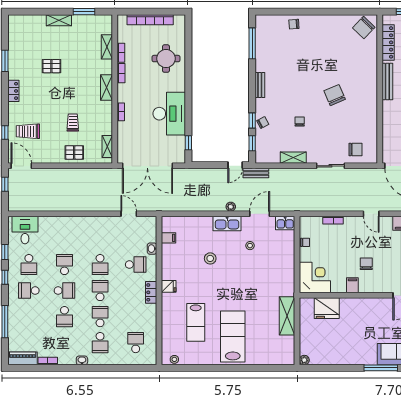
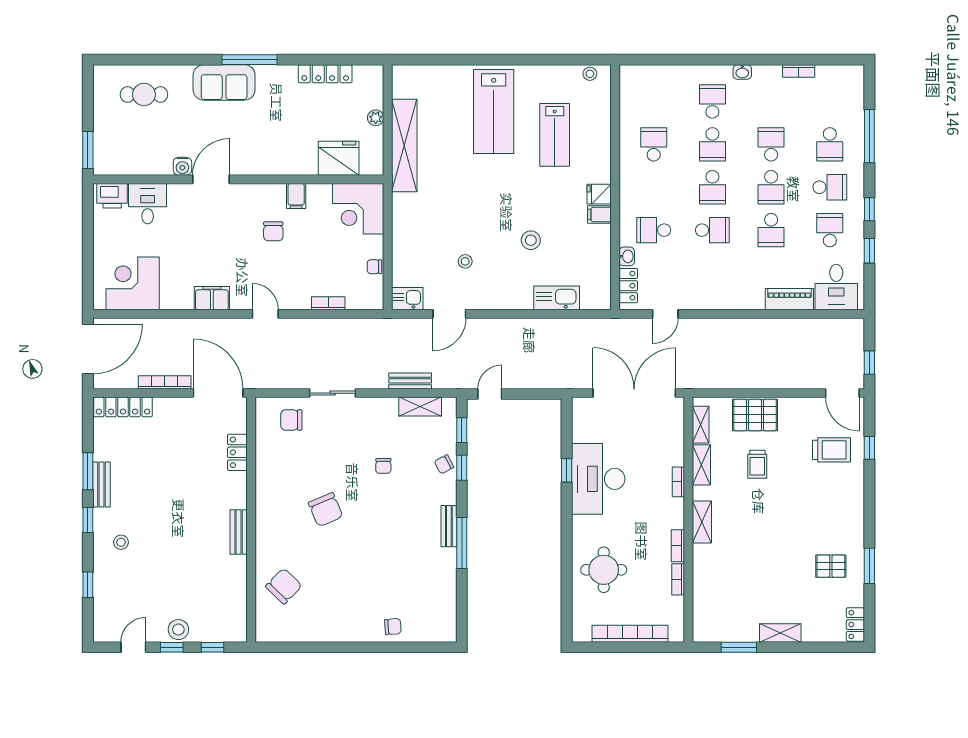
chair: (364, 28) -> (284, 586), moved
locker: (388, 42) -> (237, 452), moved, width x0.66
window: (252, 43) -> (462, 543), moved
shelving: (107, 47) -> (701, 465), moved
pallet: (51, 66) -> (831, 566), moved
bench: (387, 81) -> (239, 532), width x0.73
locker: (13, 91) -> (855, 625), moved
window: (188, 143) -> (567, 470), moved
pallet: (74, 152) -> (755, 415), width x1.50, depth x1.42
shelving: (293, 158) -> (420, 406), moved
bench: (256, 173) -> (410, 381), moved
plant: (231, 207) -> (497, 326), removed
door: (129, 214) -> (665, 314), hinge flipped
kitchen sink: (227, 223) -> (557, 298), moved
filing cabinet: (169, 238) -> (599, 215), moved
school desk: (100, 265) -> (712, 230), turned 90
school desk: (64, 291) -> (771, 187), turned -90
locker: (151, 292) -> (628, 286), moved
shelving: (287, 316) -> (404, 145), width x1.47
school desk: (29, 317) -> (830, 144), added
lab bench: (196, 322) -> (555, 135), turned 180
school desk: (136, 343) -> (654, 144), moved, turned 180
piano: (23, 358) -> (789, 299), moved, turned 180
locker: (335, 359) -> (325, 74), added
plant: (304, 360) -> (376, 118), moved

